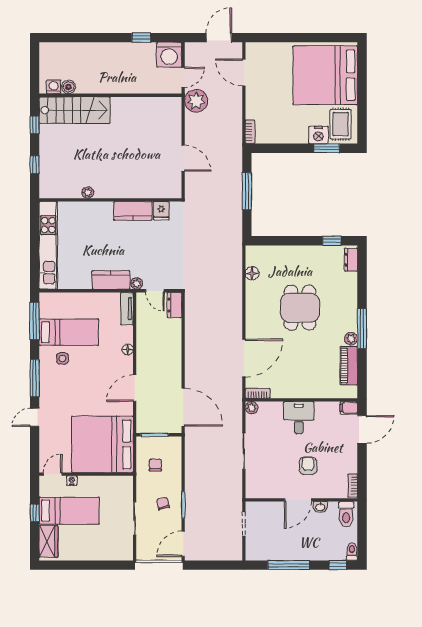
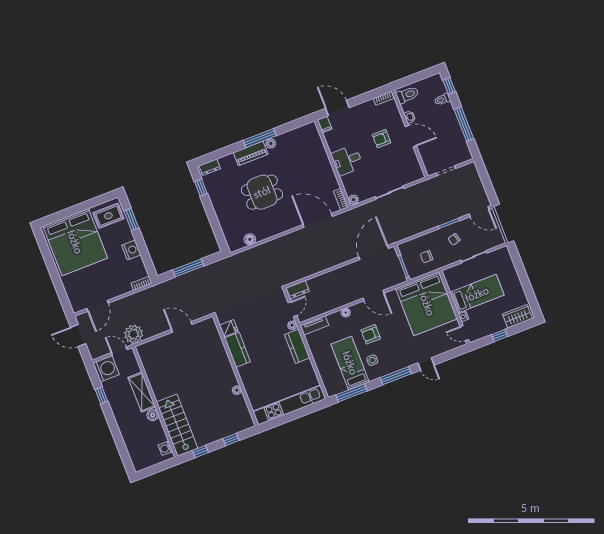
shelving: (127, 85) -> (142, 392), added
boiler: (69, 87) -> (153, 415), moved
nightstand: (318, 135) -> (131, 250), moved
door: (183, 158) -> (182, 327), hinge flipped
piano: (349, 366) -> (251, 153), moved
armchair: (92, 368) -> (371, 334), added
bed: (69, 511) -> (477, 294), moved, turned 90
toilet: (352, 552) -> (442, 99), moved

